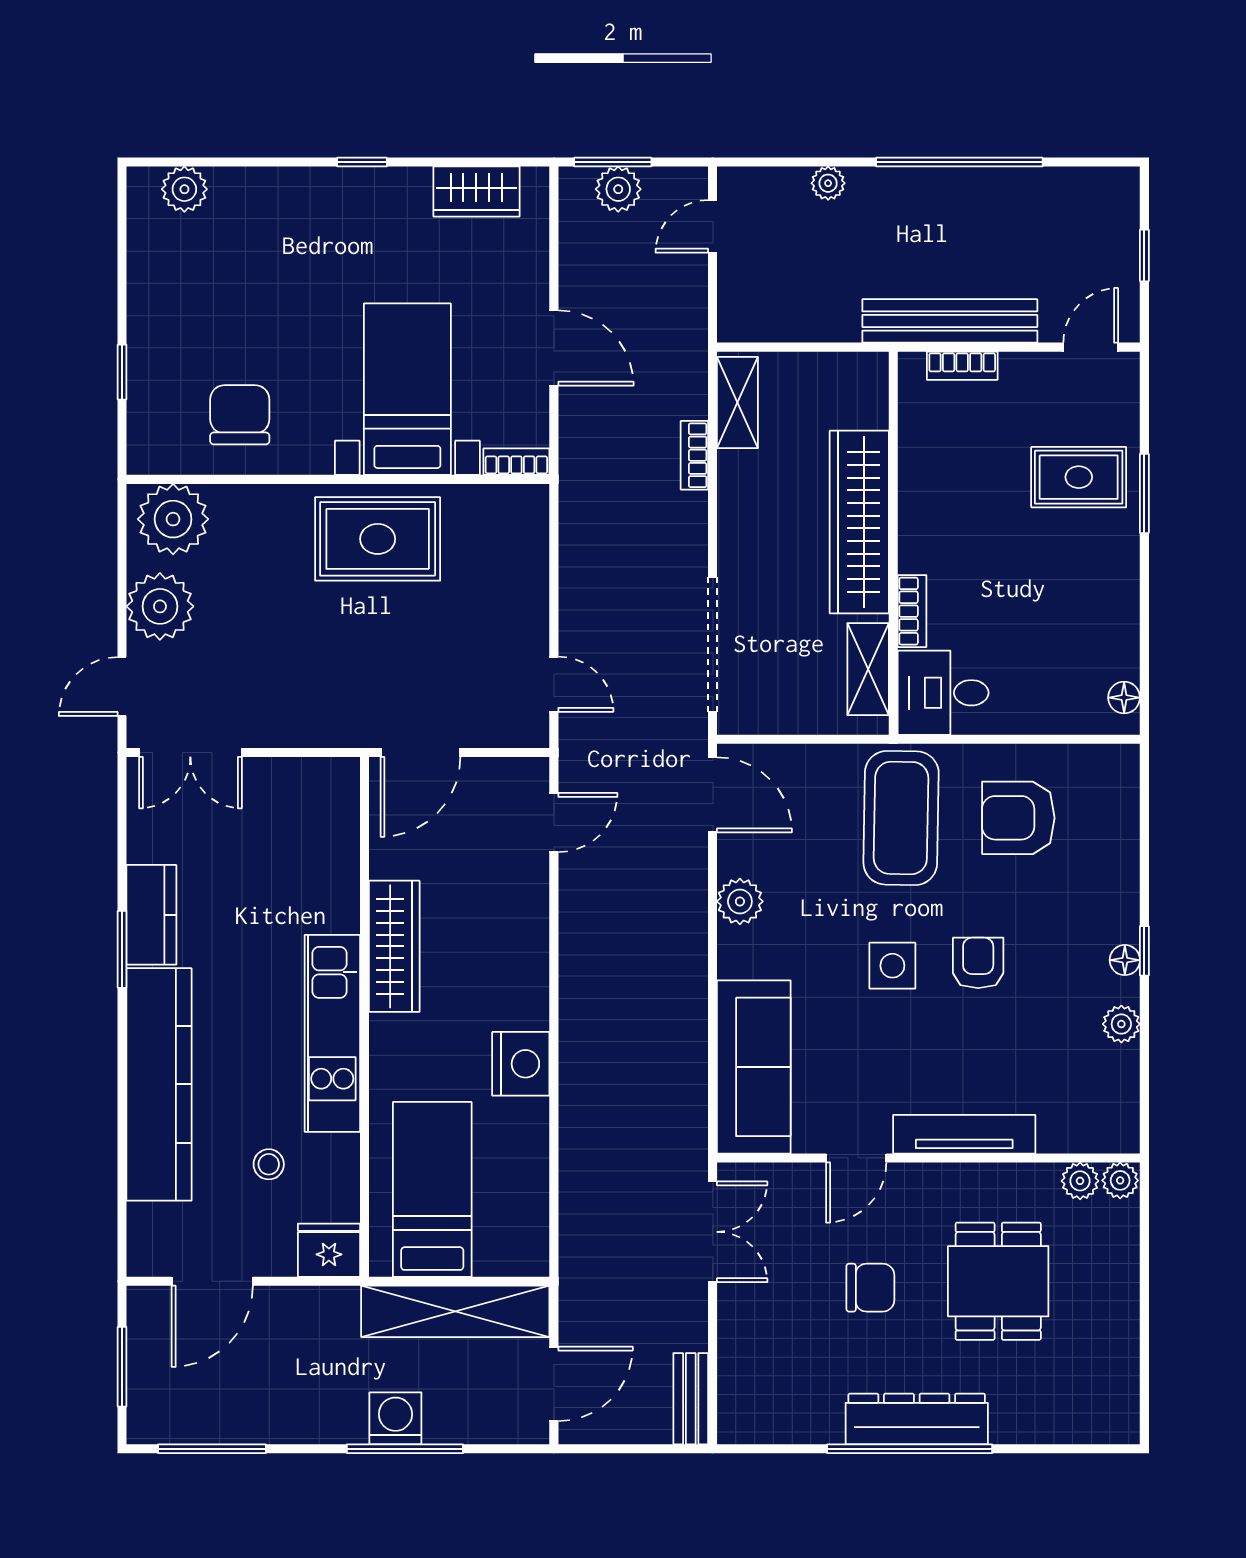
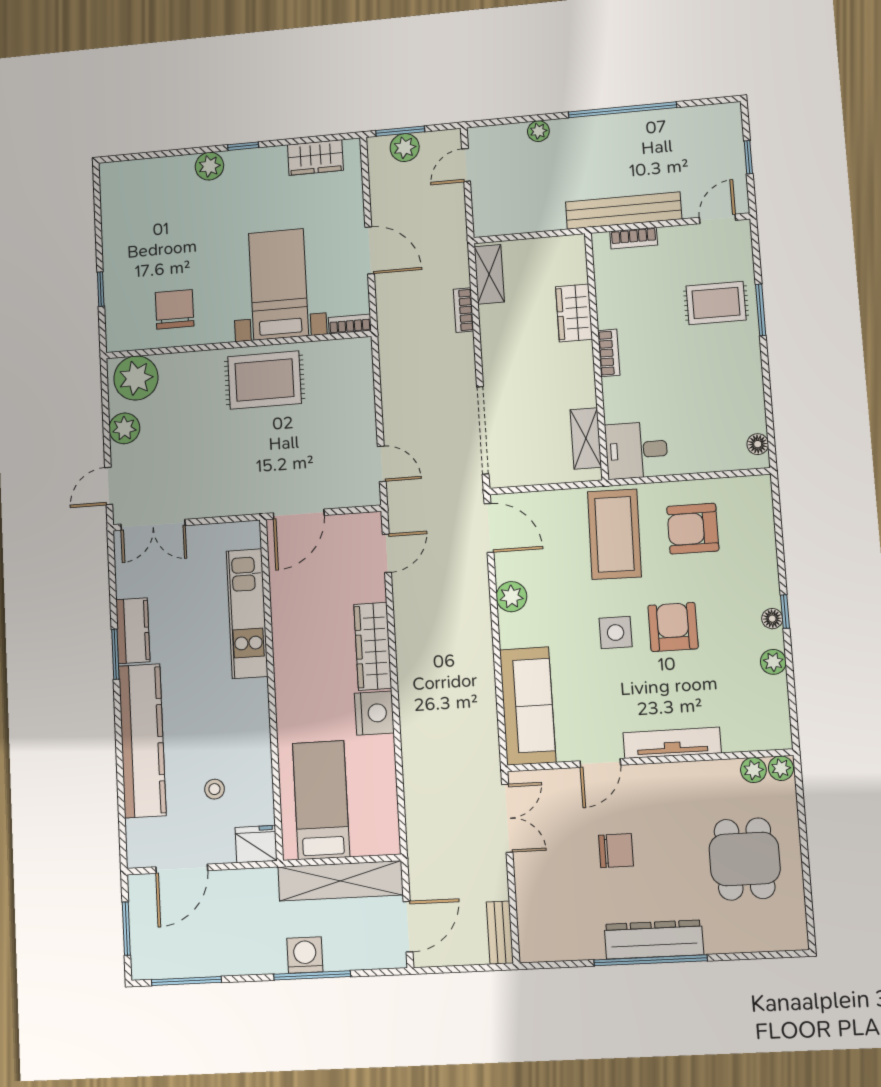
plant: (184, 189) -> (209, 166), moved
wardrobe: (859, 522) -> (574, 313), width x0.48, depth x0.85
plant: (160, 606) -> (124, 428), width x0.73, depth x0.73
bookcase: (912, 611) -> (609, 353), moved
wardrobe: (394, 946) -> (373, 646), moved, turned 180
armchair: (978, 963) -> (673, 627), width x1.38, depth x1.38
kitchen unit: (332, 1033) -> (247, 614), moved
dining table: (998, 1281) -> (745, 859), moved

